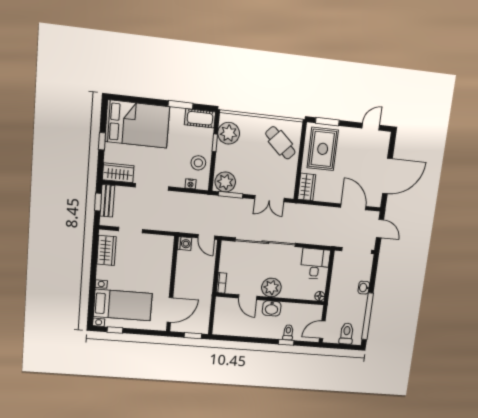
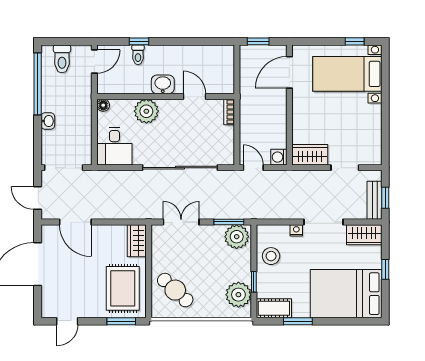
nightstand: (191, 184) -> (296, 230), moved
wardrobe: (106, 250) -> (310, 155), moved, turned 90
plant: (271, 288) -> (146, 111), moved

